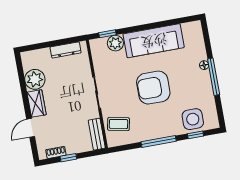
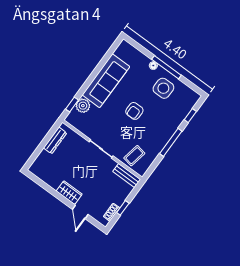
plant: (35, 79) -> (53, 178), removed
armchair: (153, 88) -> (134, 111), width x0.53, depth x0.53
side table: (193, 119) -> (163, 88), moved

